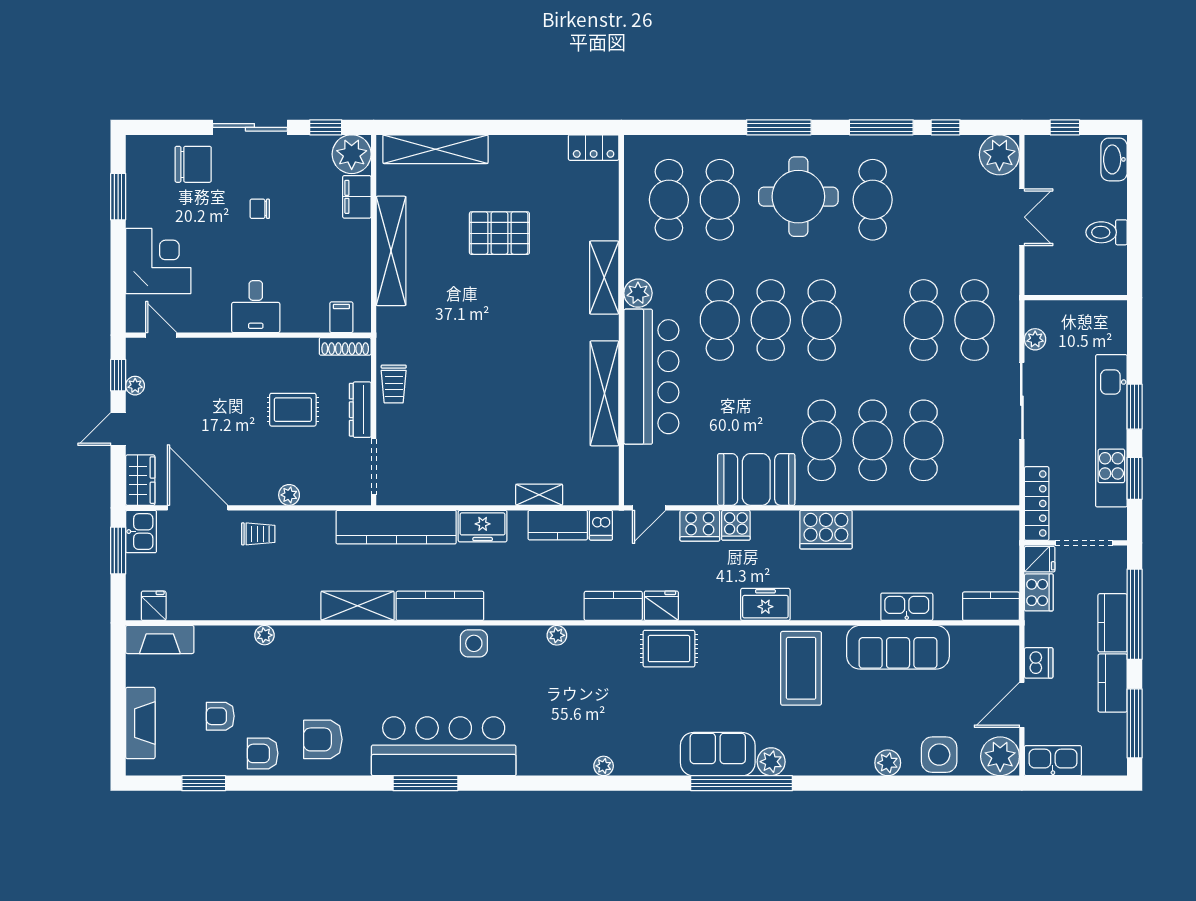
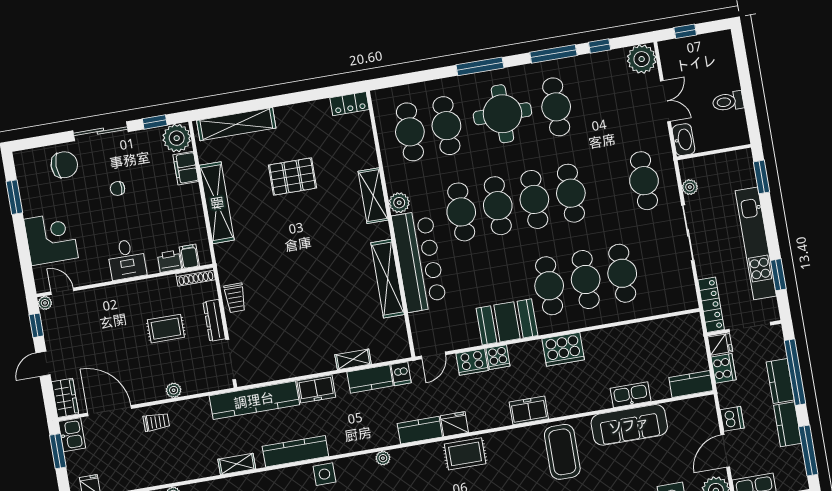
washbasin: (1114, 159) -> (684, 140), moved, turned 180
printer: (313, 319) -> (169, 261), added
cafe table: (924, 320) -> (571, 193), moved
plant: (135, 386) -> (45, 303), moved
window: (1135, 407) -> (762, 177), moved
shelving: (358, 606) -> (237, 464), width x0.67, depth x0.75

